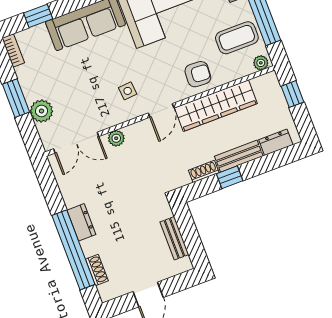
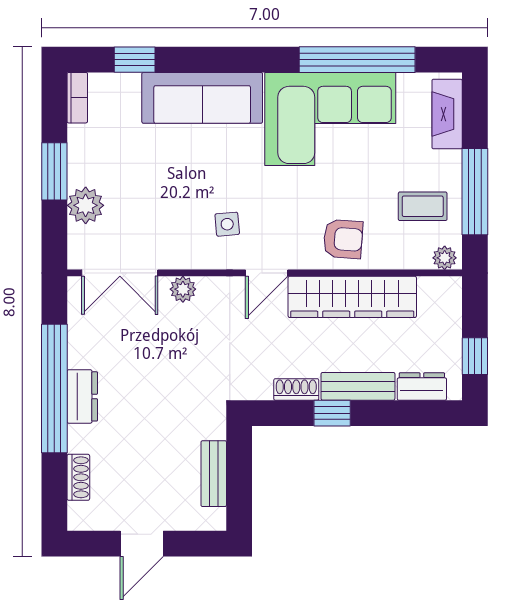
coffee table: (237, 38) -> (423, 206), width x0.73, depth x0.77
window: (293, 94) -> (475, 356), moved
window: (73, 250) -> (54, 388), moved

